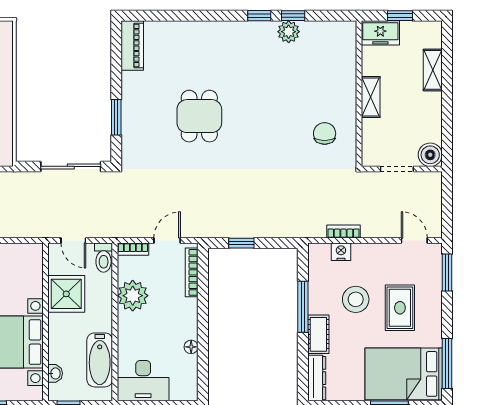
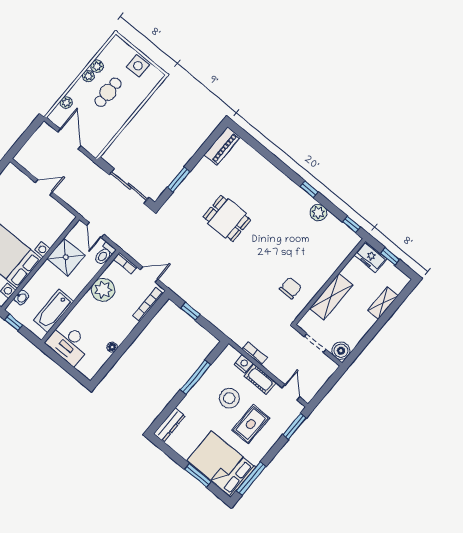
window: (293, 16) -> (352, 224), moved
shelving: (371, 97) -> (331, 297), width x1.50, depth x1.33
dining table: (199, 116) -> (227, 218), turned 90
cot: (318, 334) -> (260, 379), moved, turned 90

